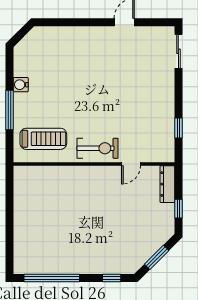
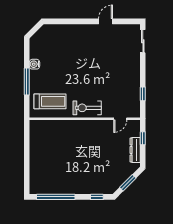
exercise bike: (98, 148) -> (87, 108), turned 180
door: (131, 164) -> (120, 119), moved
dresser: (167, 184) -> (135, 150), moved
window: (178, 209) -> (143, 138), moved

